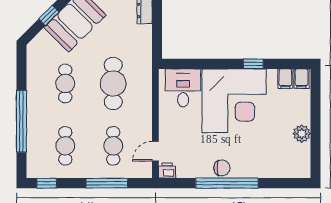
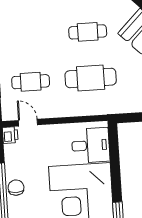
cafe table: (65, 146) -> (28, 36), removed
chair: (222, 168) -> (16, 188), turned 180

